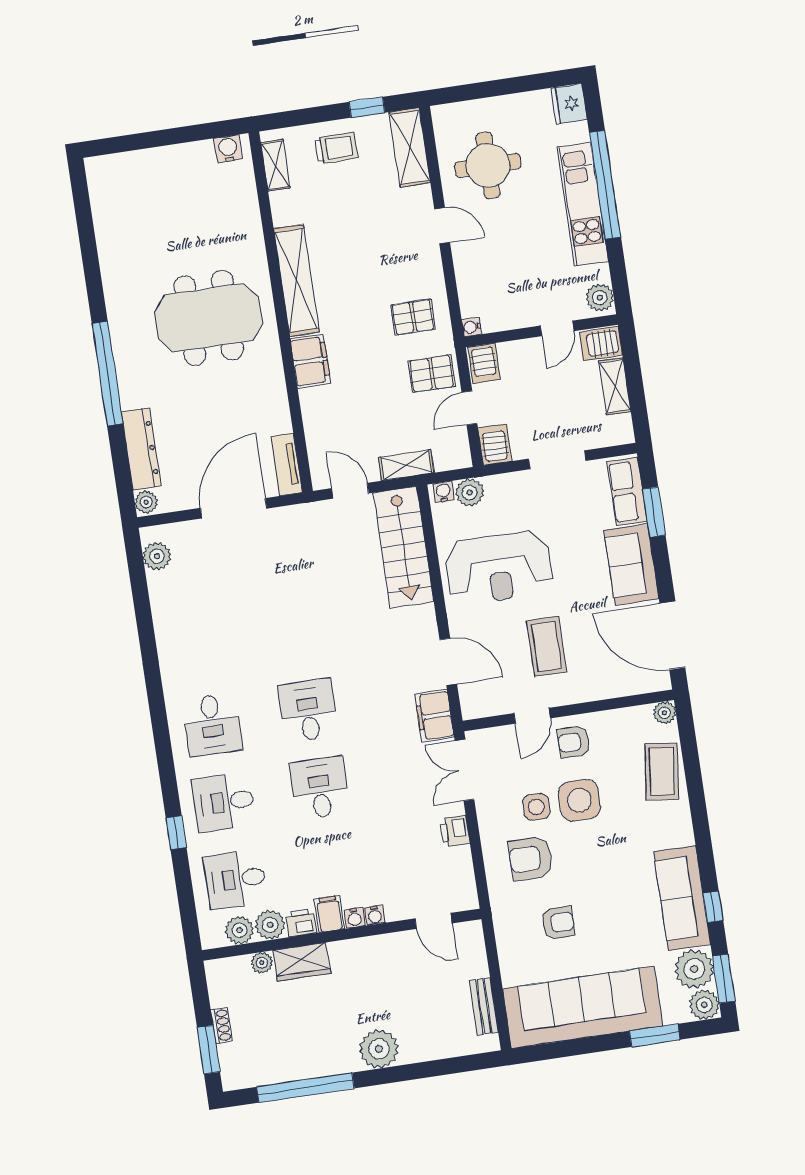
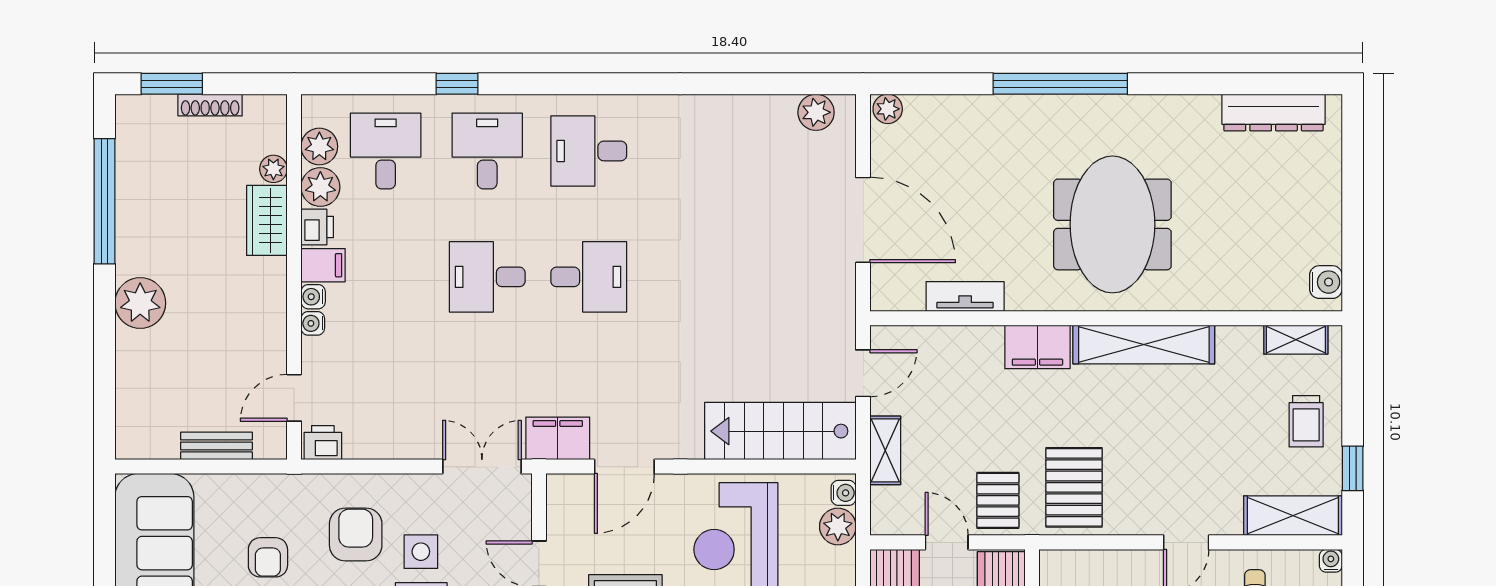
pallet: (413, 317) -> (1074, 487), width x1.50, depth x1.42
water cooler: (472, 327) -> (1331, 561), moved
dresser: (141, 449) -> (1274, 113), moved
tv unit: (287, 465) -> (965, 296), moved
desk: (320, 788) -> (487, 277), turned 180
printer: (455, 831) -> (323, 443), moved
bench: (484, 1006) -> (216, 446), moved
shoe rack: (221, 1025) -> (210, 105), width x1.43

